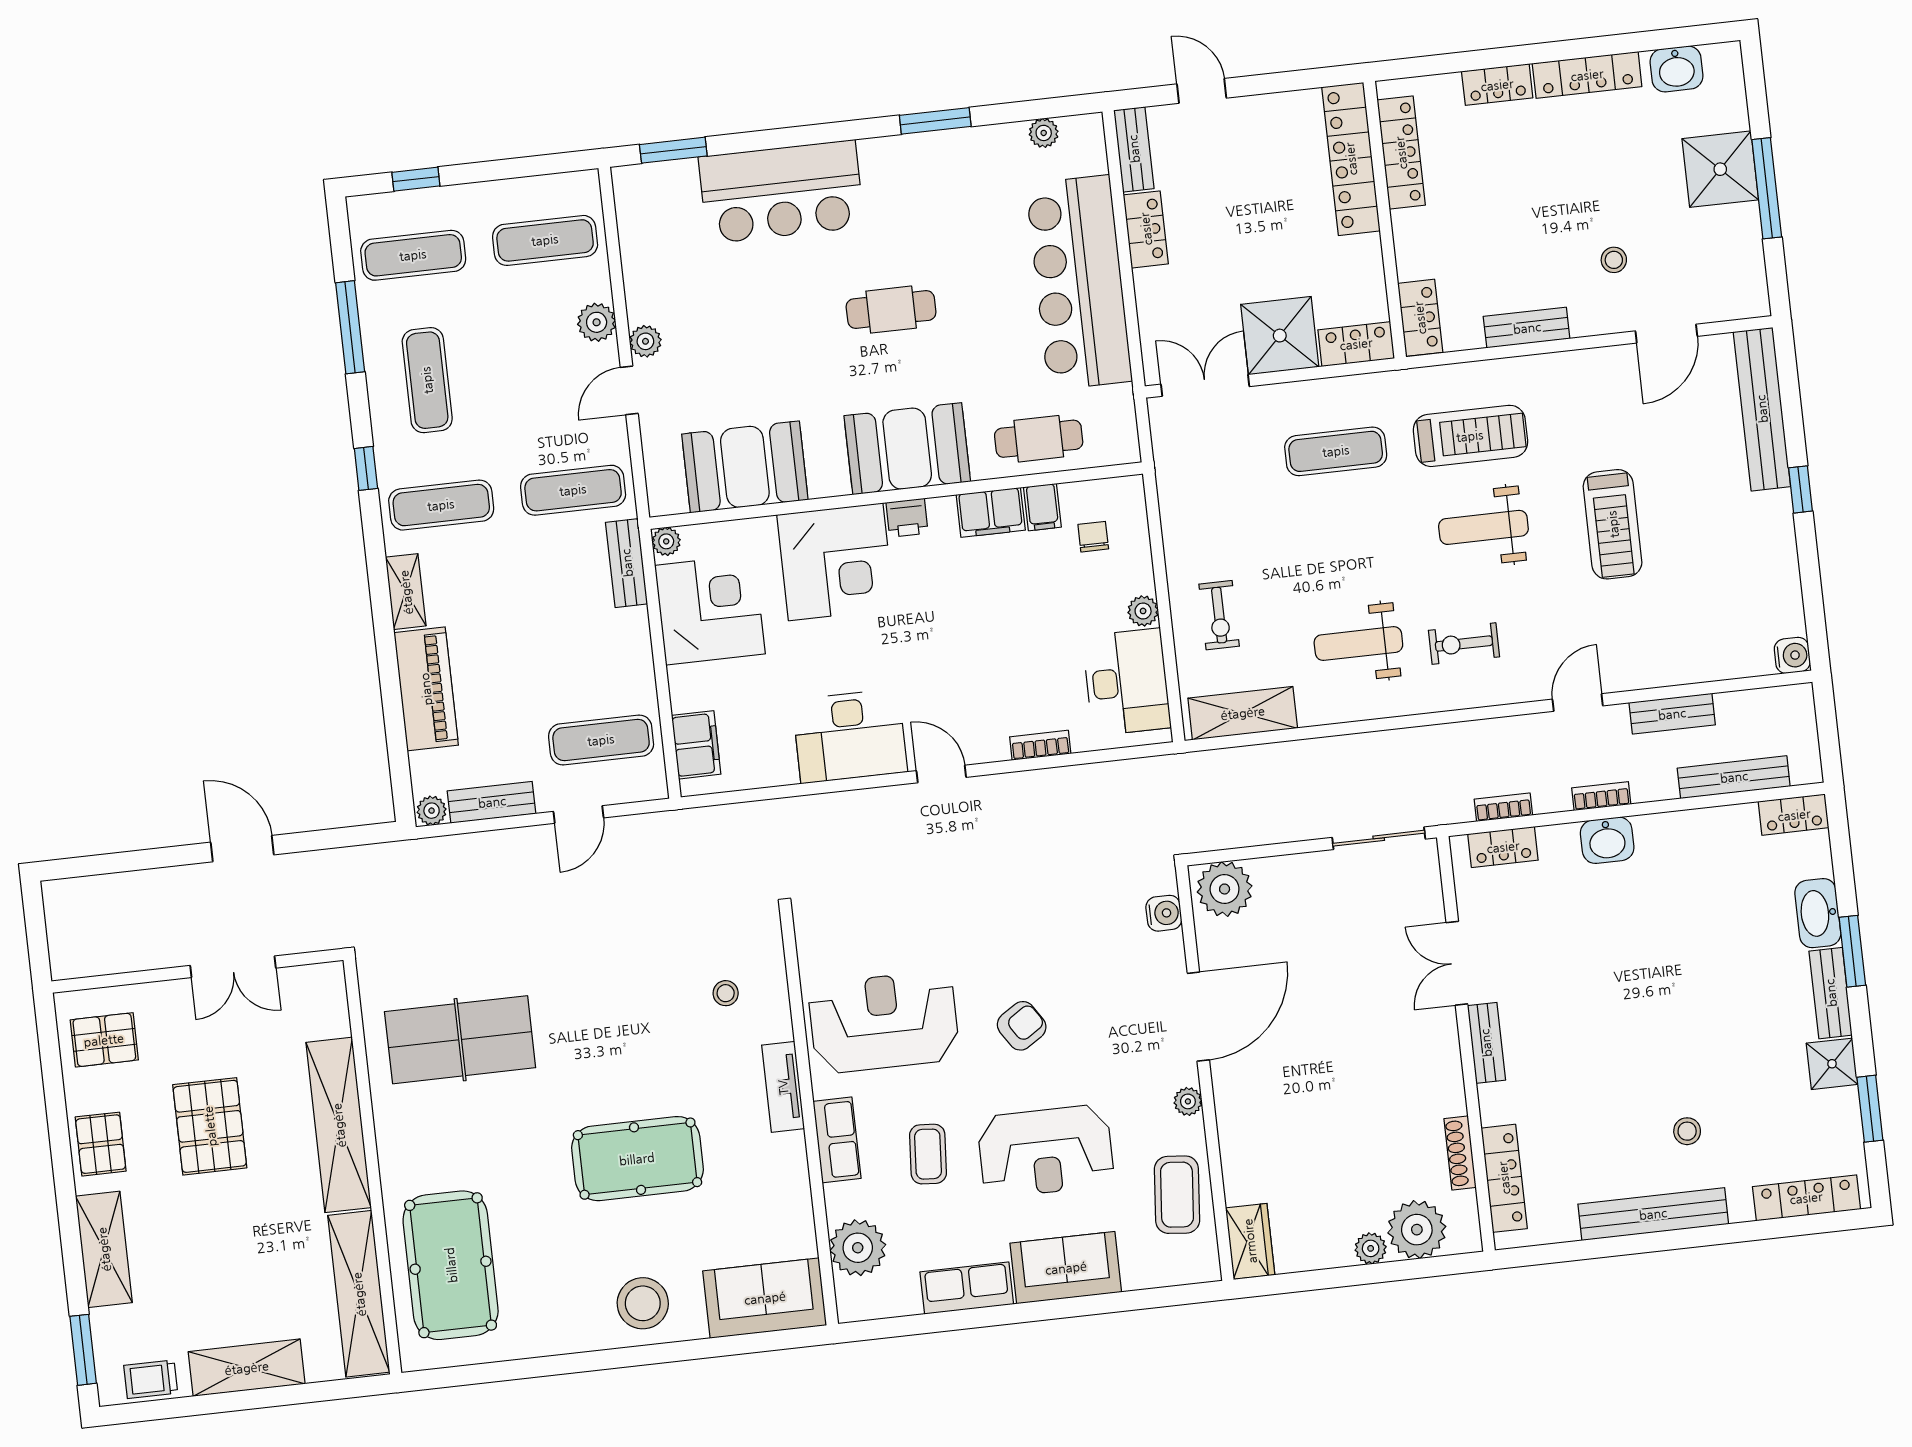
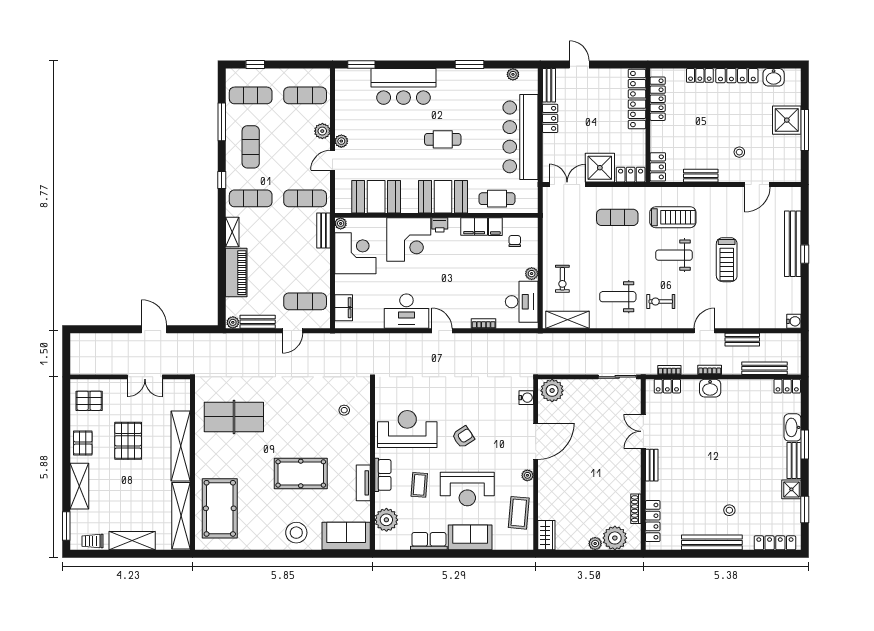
bench: (1762, 409) -> (793, 244), moved
tv unit: (783, 1087) -> (363, 483), moved

